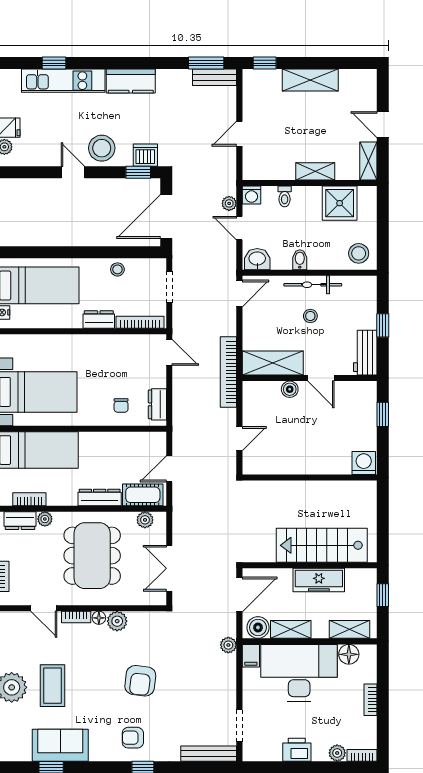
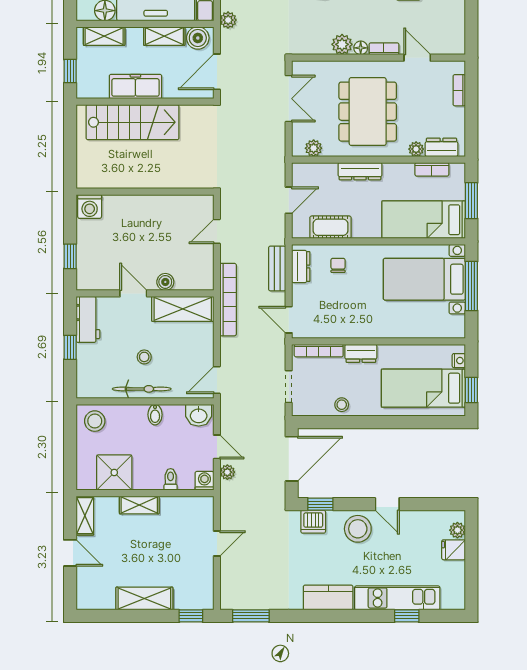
bench: (215, 77) -> (277, 268), moved, turned 90
cot: (143, 495) -> (330, 227), moved

